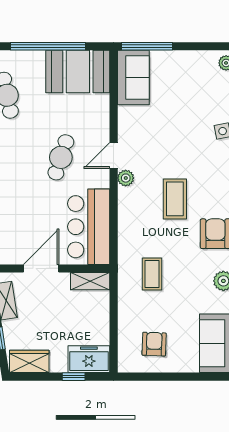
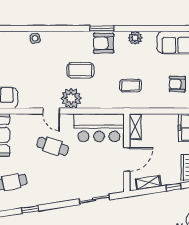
plant: (126, 178) -> (71, 98), width x1.88, depth x1.88
door: (41, 268) -> (127, 159), swing flipped

